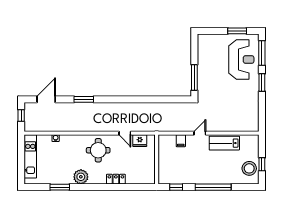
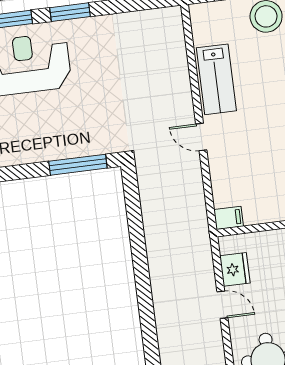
door: (125, 133) -> (222, 305), hinge flipped
filing cabinet: (181, 141) -> (229, 218), moved

